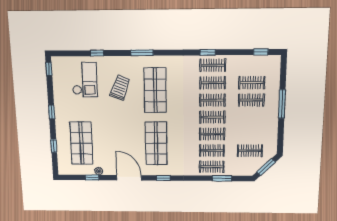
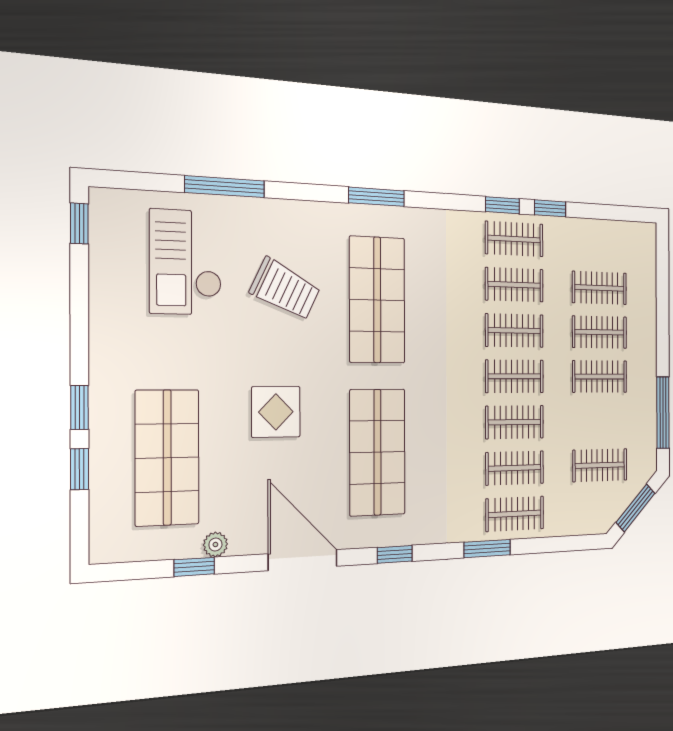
window: (261, 52) -> (550, 208), moved
window: (97, 53) -> (225, 187), width x2.17
window: (142, 53) -> (377, 197), moved
checkout: (84, 80) -> (186, 262), turned 180
trolley: (120, 88) -> (285, 289), turned 95
window: (282, 104) -> (663, 413), moved
window: (52, 112) -> (79, 407), moved
clothes rail: (251, 117) -> (600, 377), added
display table: (118, 129) -> (276, 412), added
window: (222, 178) -> (487, 549), moved

